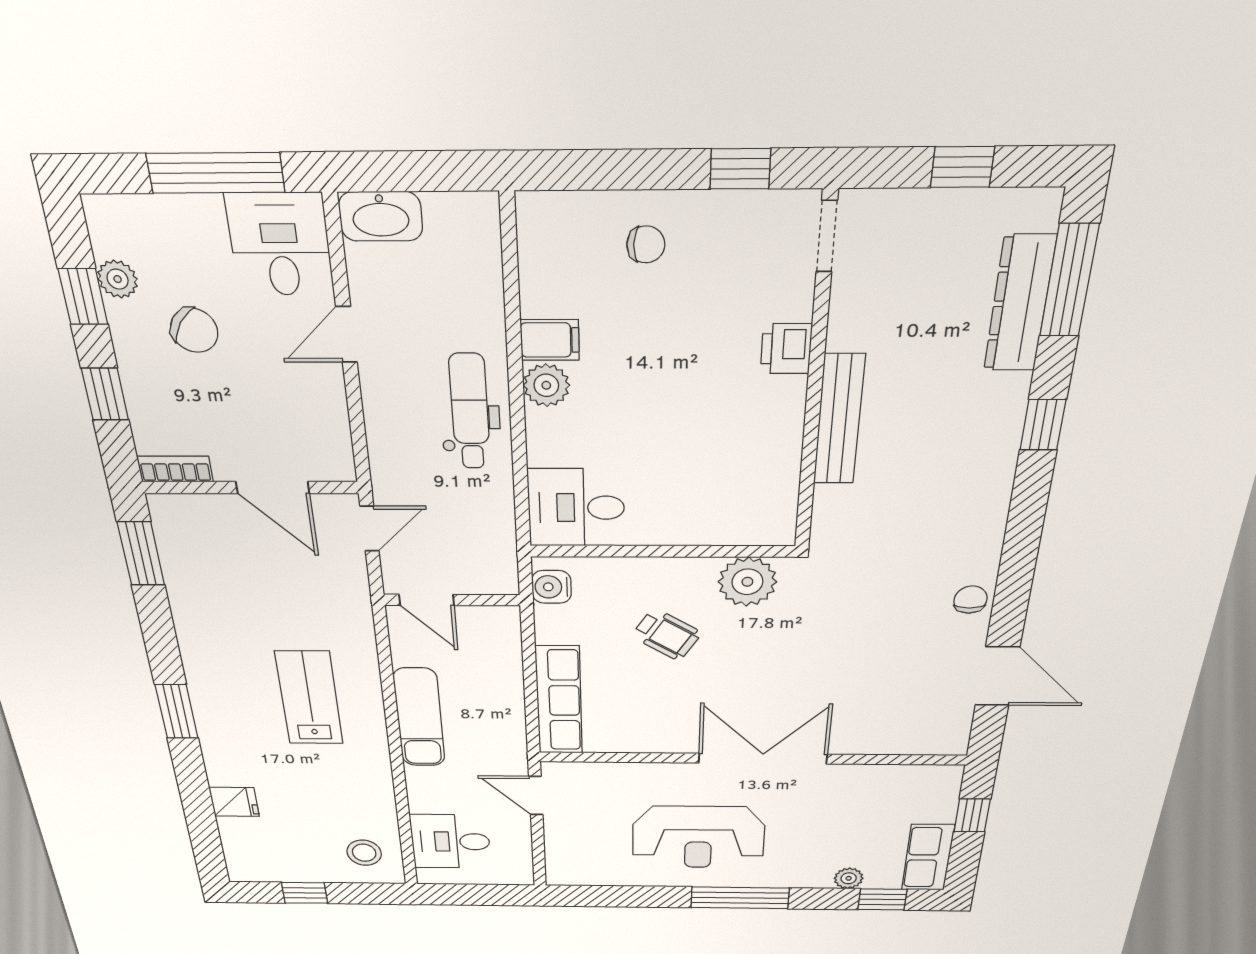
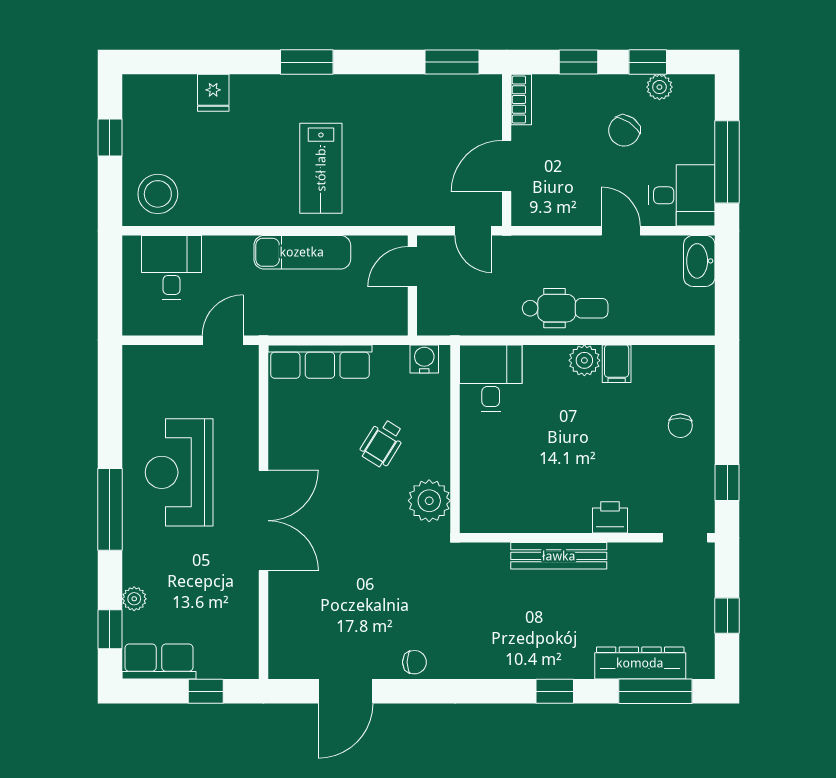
lab bench: (309, 698) -> (321, 168), turned 90
stool: (364, 853) -> (158, 194), width x1.38, depth x1.38

